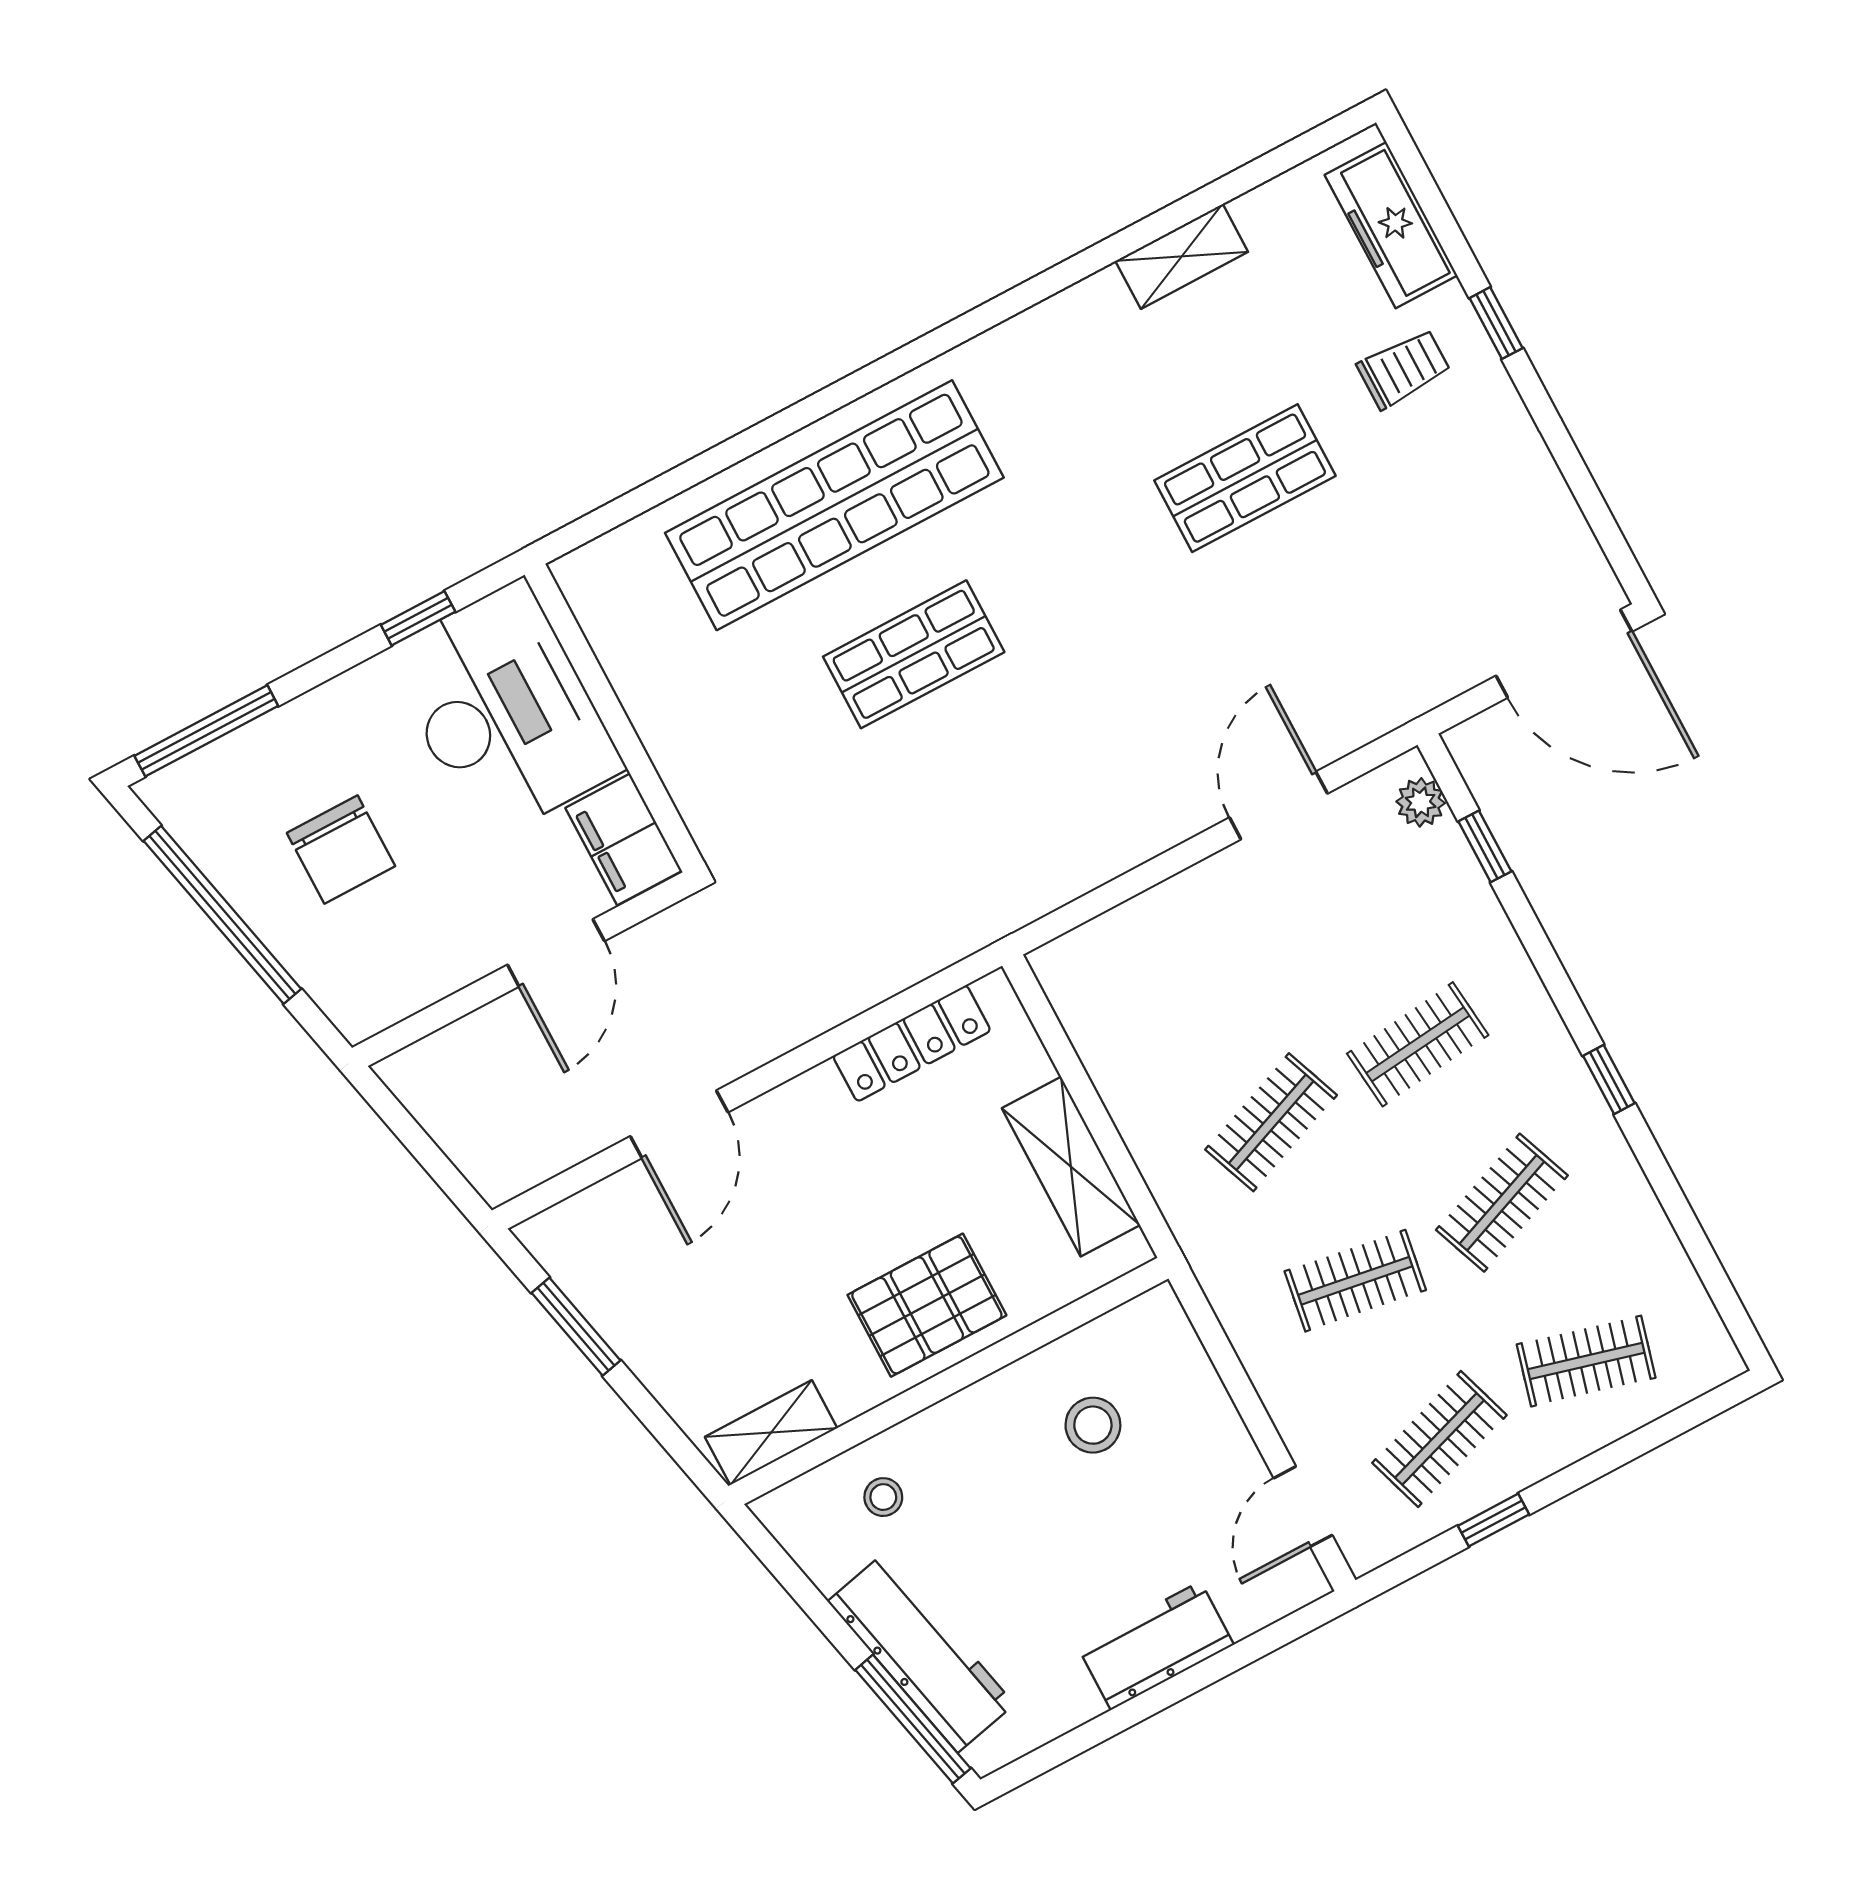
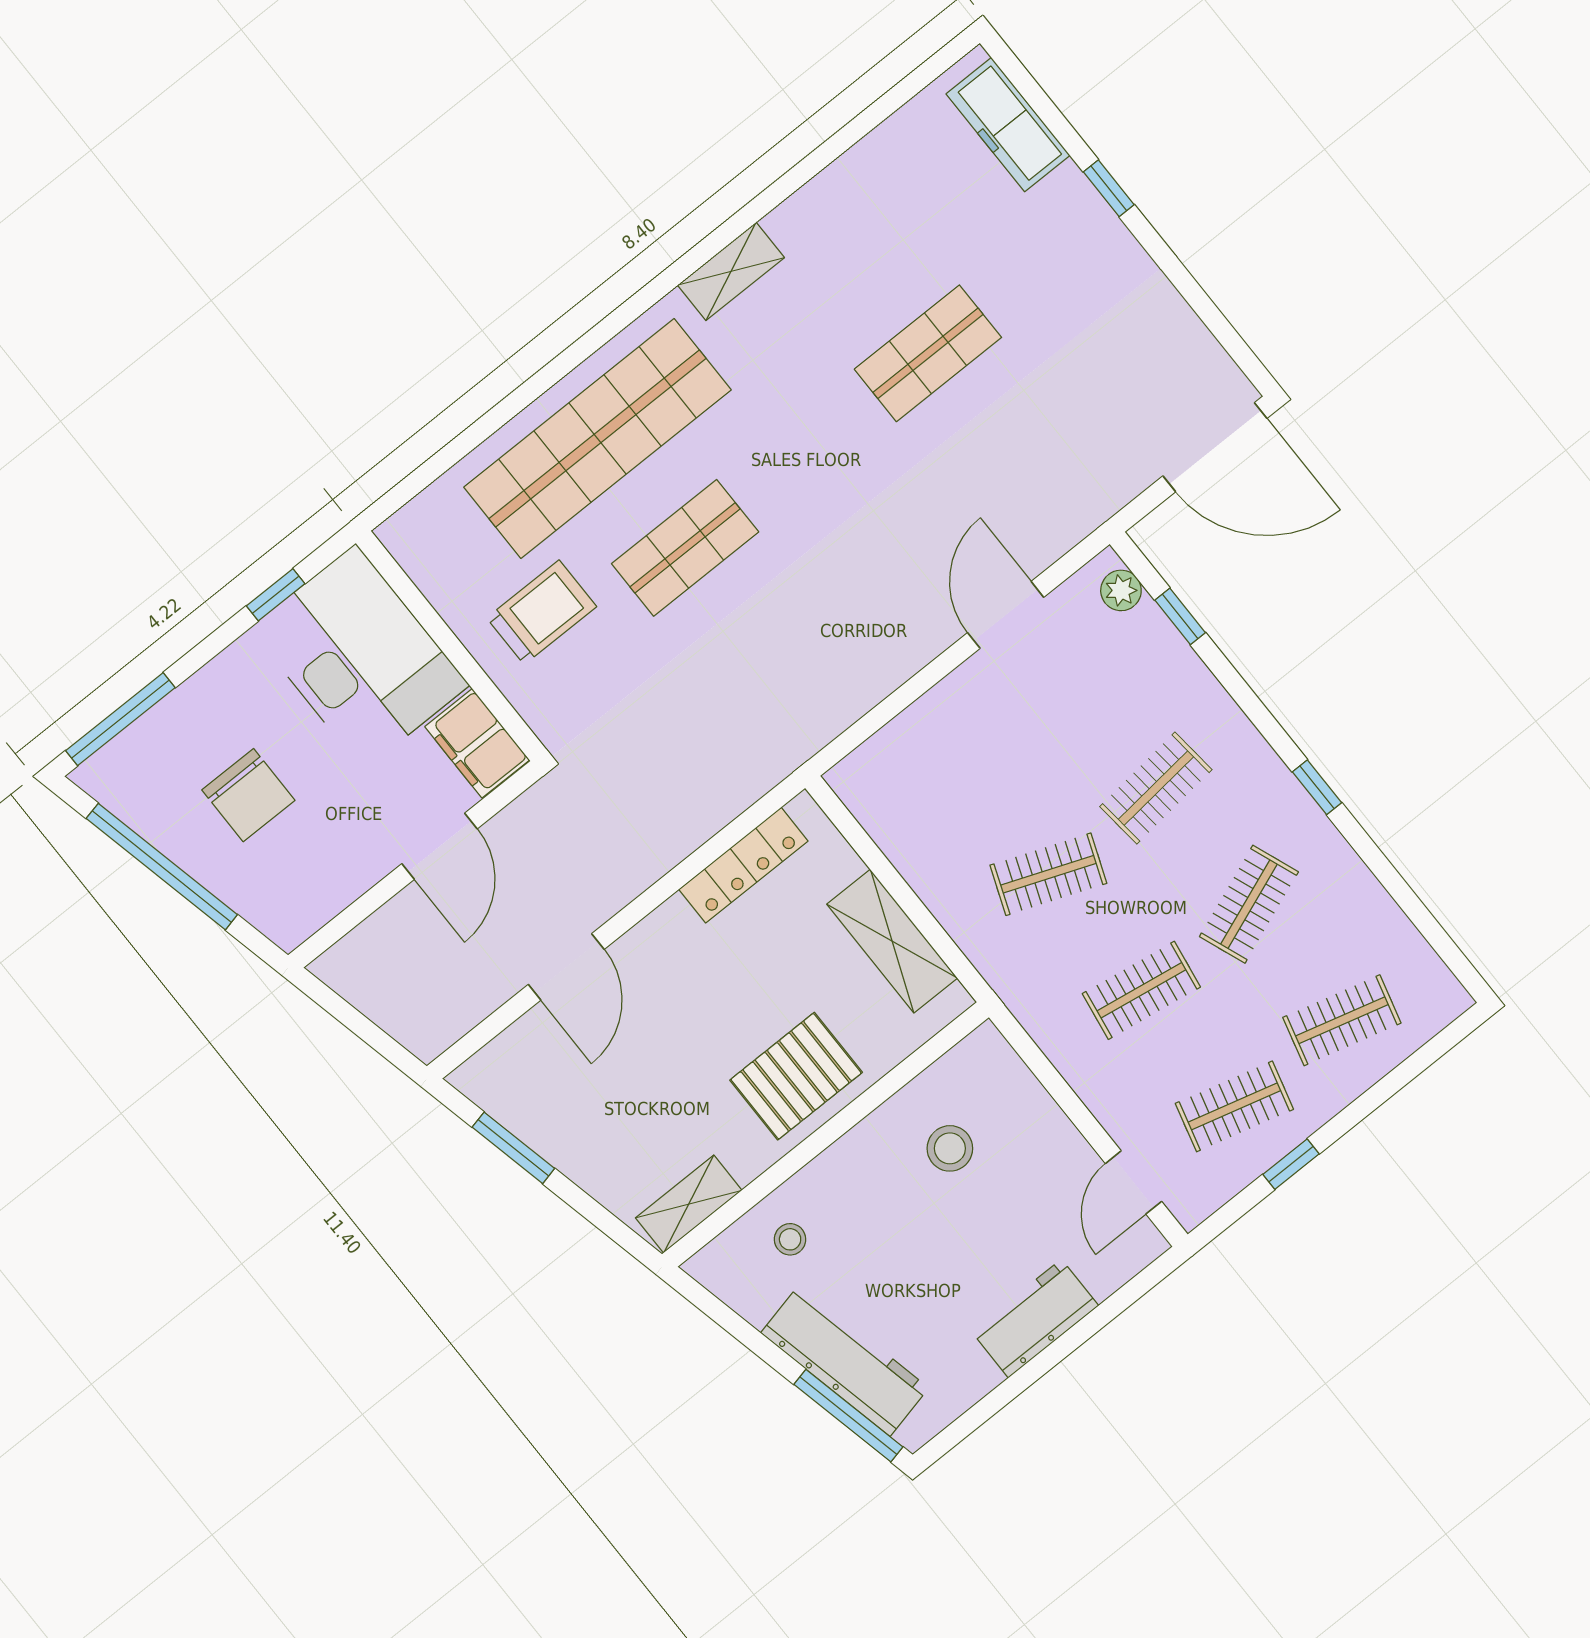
shelving: (1182, 256) -> (731, 271), moved
trolley: (1404, 369) -> (542, 612), moved, width x1.36, depth x1.39
clothes rail: (1271, 1122) -> (1048, 874), turned 42
clothes rail: (1439, 1439) -> (1234, 1106), turned 33

